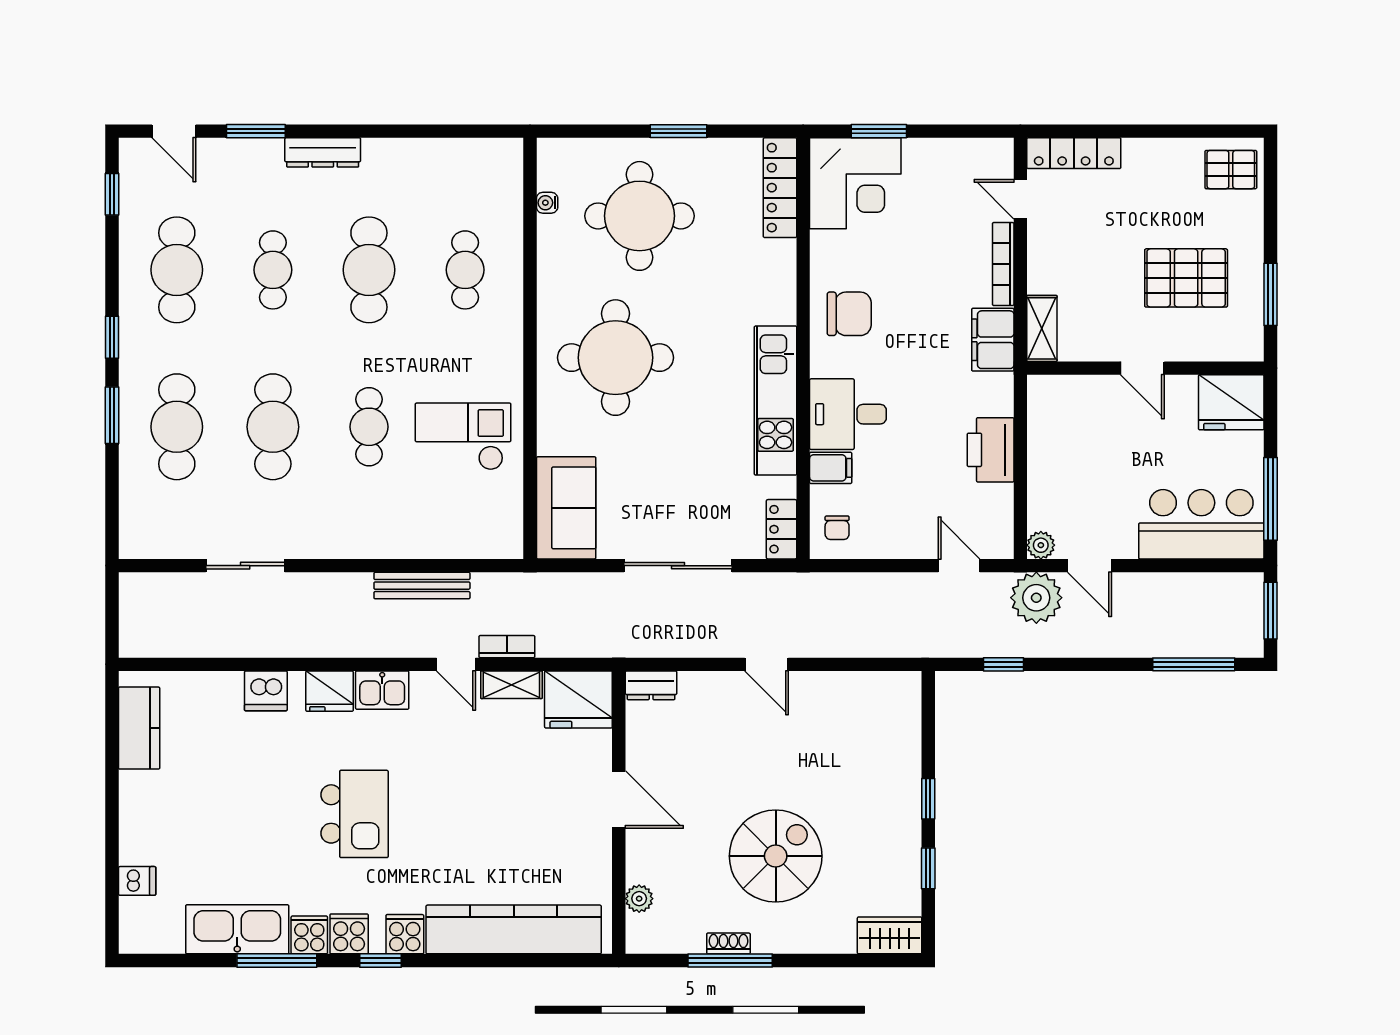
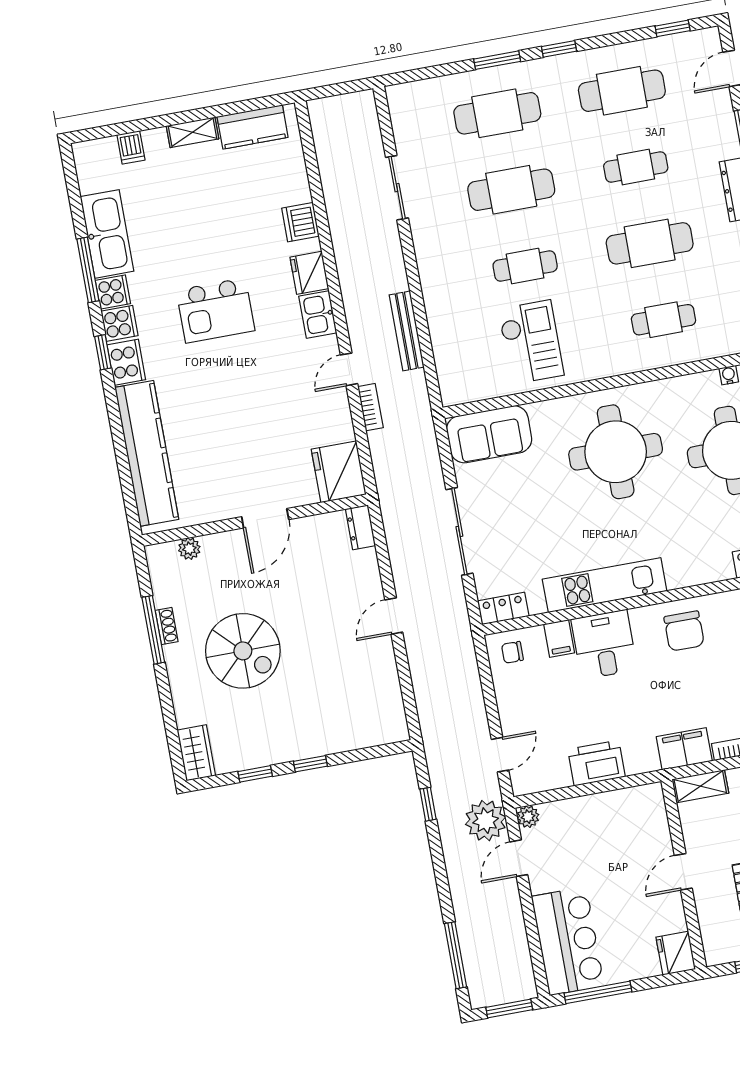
fridge: (1231, 402) -> (676, 953), width x0.73, depth x0.75
shelving: (511, 685) -> (193, 132), moved, turned 90
cooker: (405, 934) -> (126, 362), width x1.36

